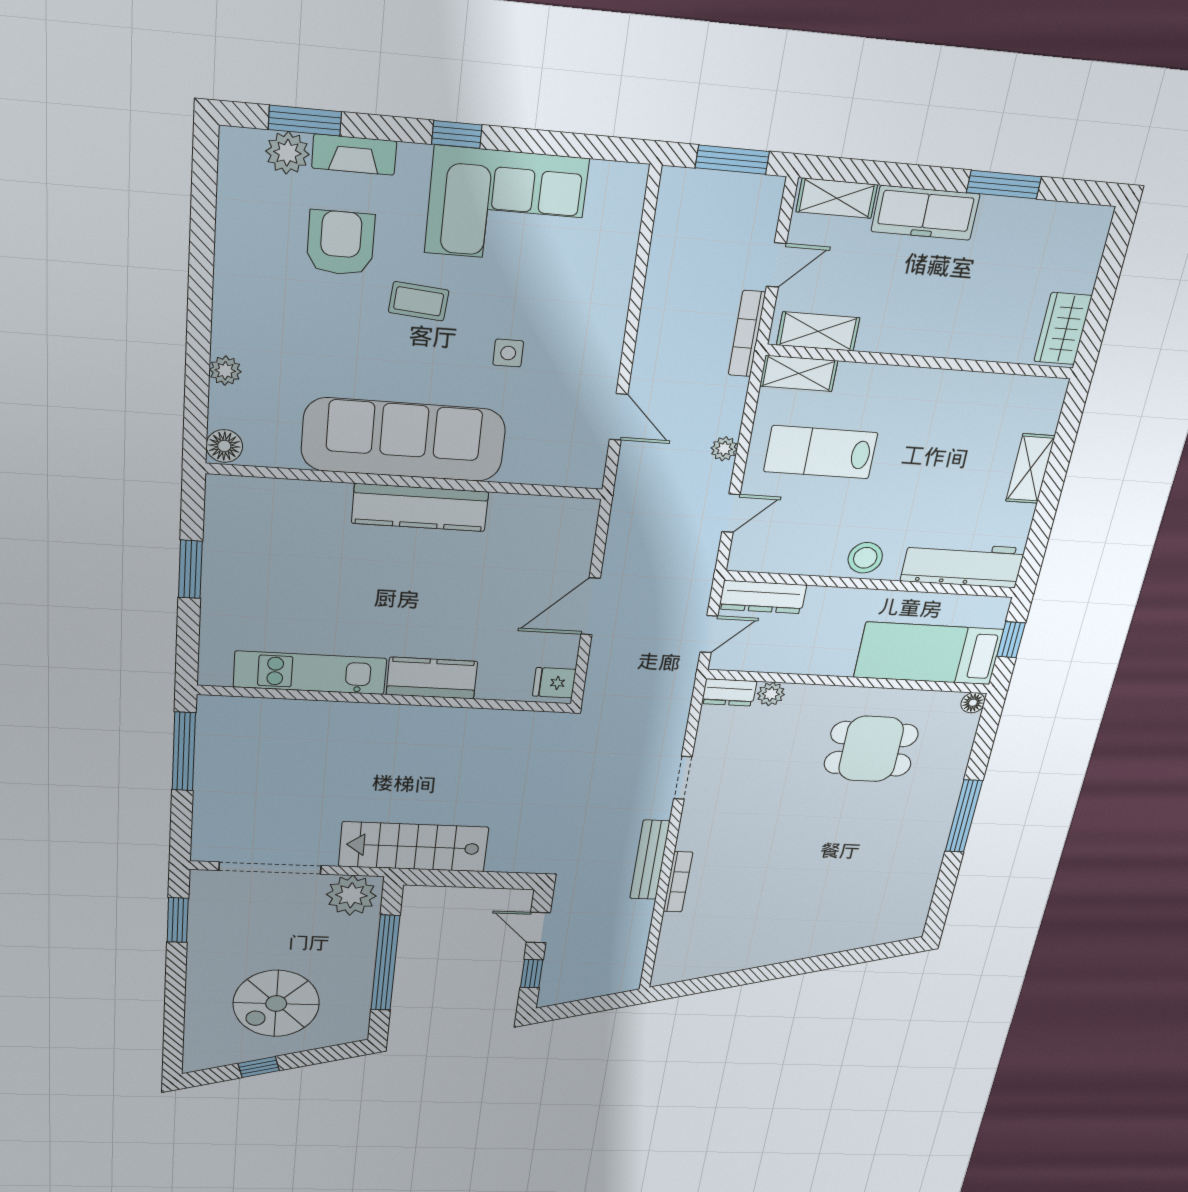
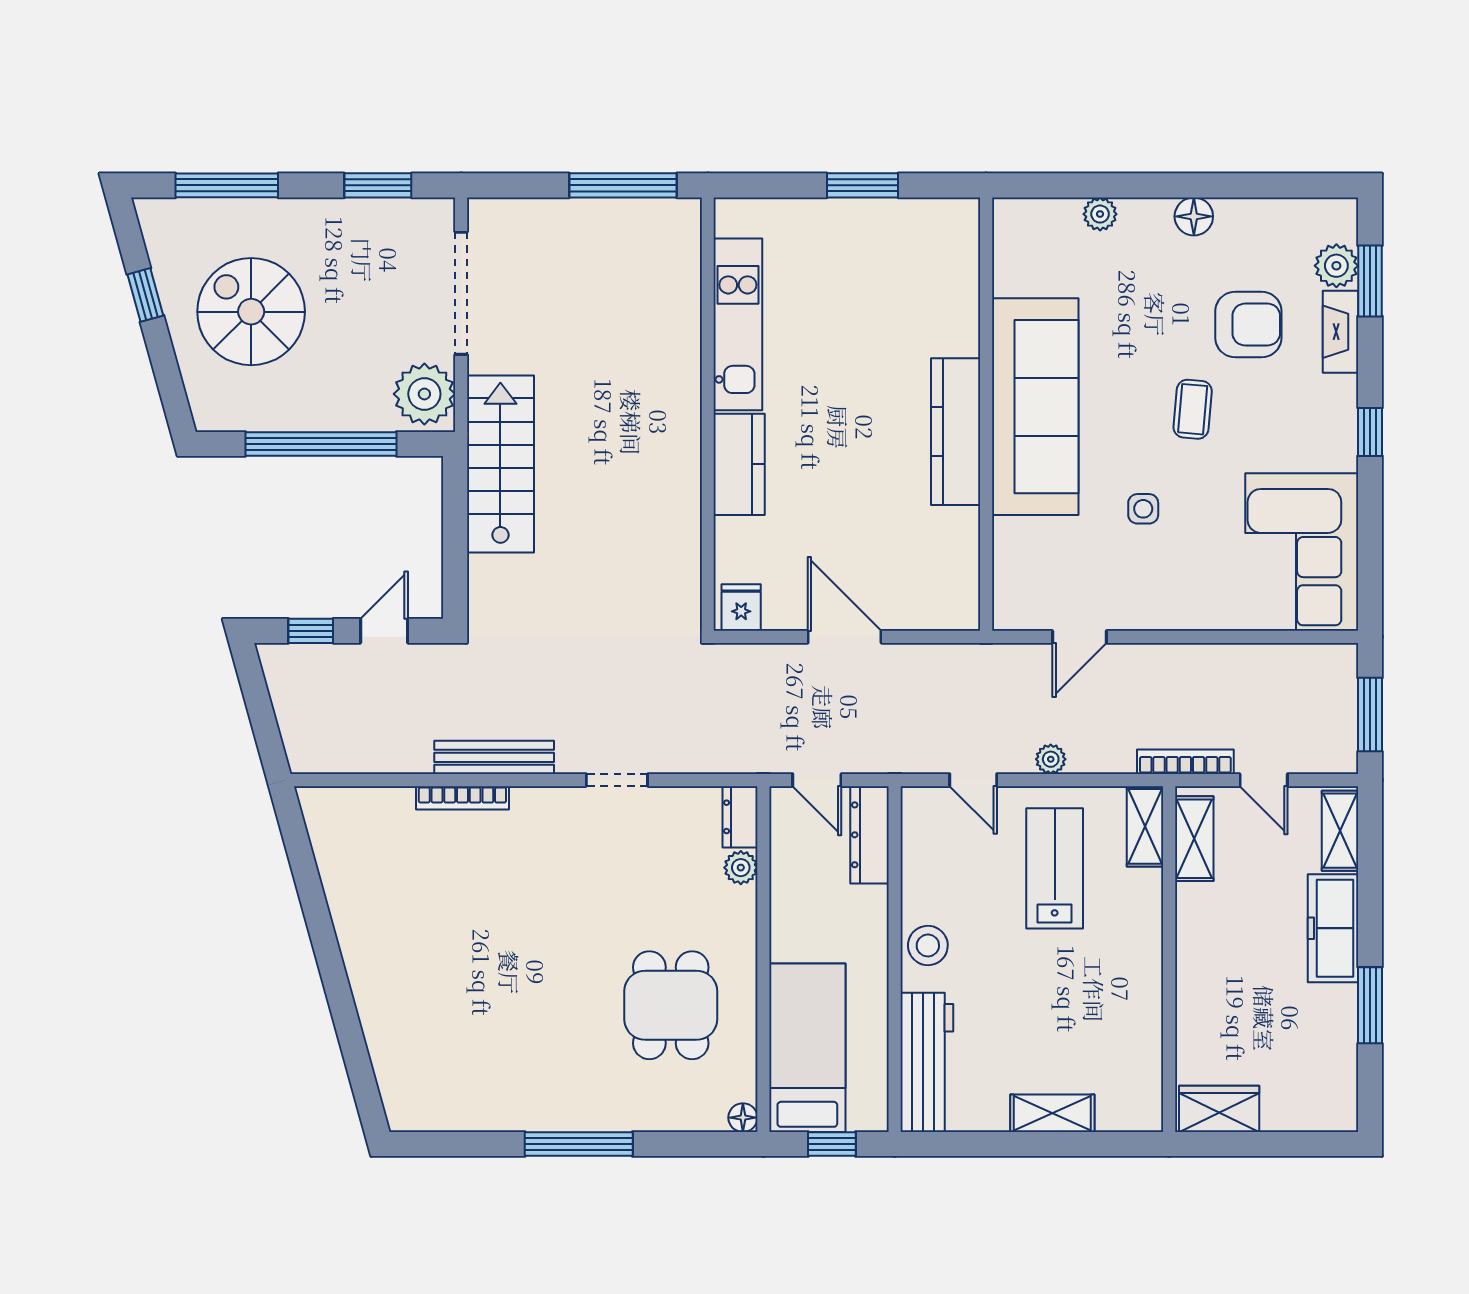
corner sofa: (506, 206) -> (1302, 552), moved
floor lamp: (224, 446) -> (1194, 216), moved
window: (174, 1016) -> (227, 185), added

